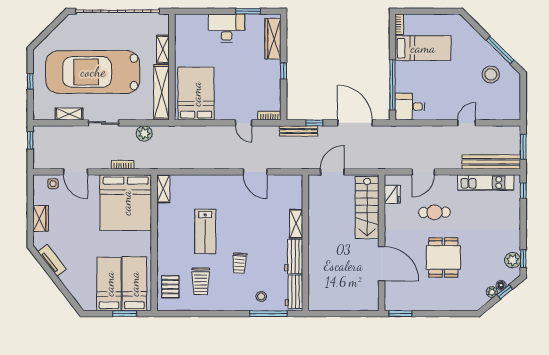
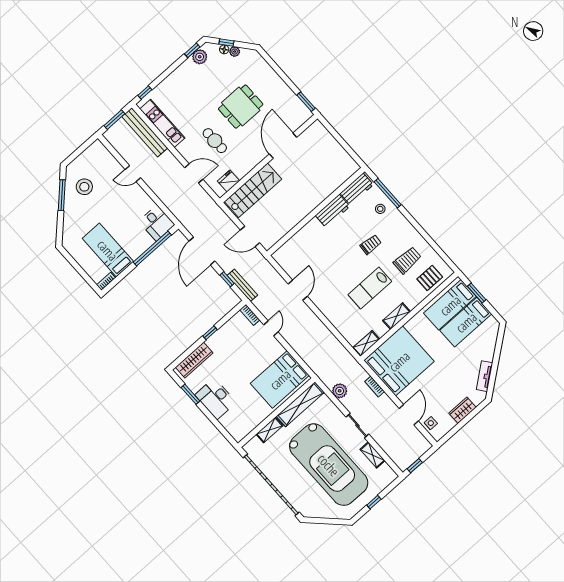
shelving: (296, 224) -> (397, 316), moved
lab bench: (205, 231) -> (370, 288), turned 180

